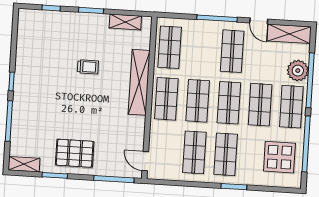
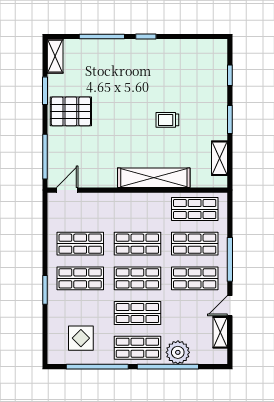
shelving: (289, 34) -> (220, 332), width x0.67, depth x0.75
trolley: (88, 67) -> (167, 120), turned 90
shop shelf: (166, 99) -> (195, 244), moved
pallet: (75, 153) -> (71, 111), turned 90
display table: (279, 157) -> (81, 338), width x0.73, depth x0.73

